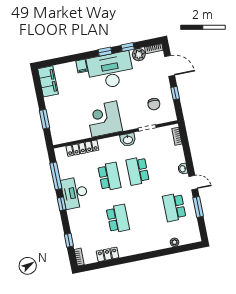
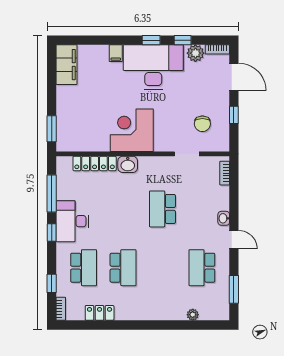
window: (44, 119) -> (52, 129), moved
washbasin: (128, 140) -> (128, 164), moved
school desk: (109, 177) -> (84, 268), moved
window: (198, 207) -> (234, 289), moved

